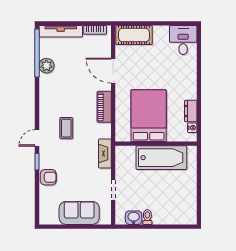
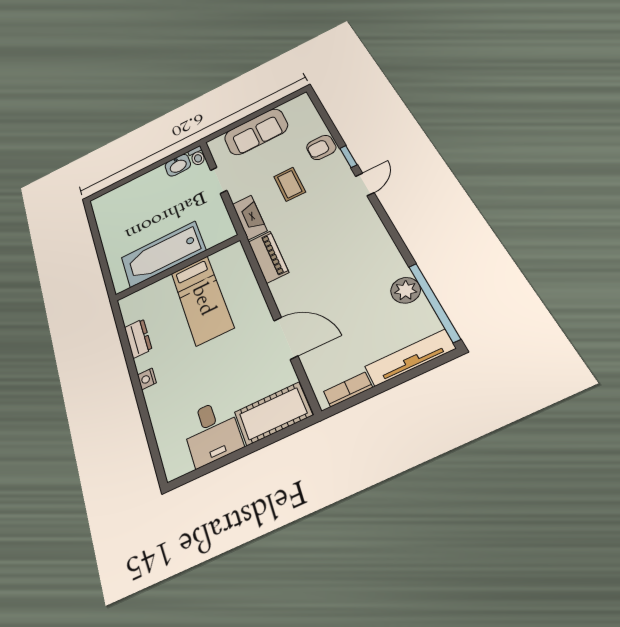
desk: (183, 40) -> (212, 432), moved
piano: (104, 107) -> (268, 257), moved
bed: (149, 116) -> (202, 300), width x0.67
coffee table: (66, 128) -> (290, 184), moved
nightstand: (192, 128) -> (147, 379), moved
toilet: (147, 217) -> (197, 156), moved

